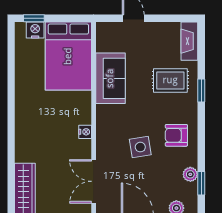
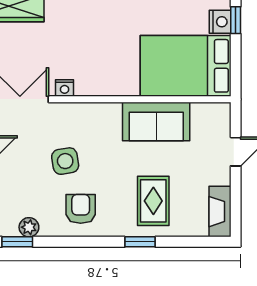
fireplace: (189, 41) -> (220, 212), moved, turned -90
nightstand: (85, 132) -> (65, 88), moved

